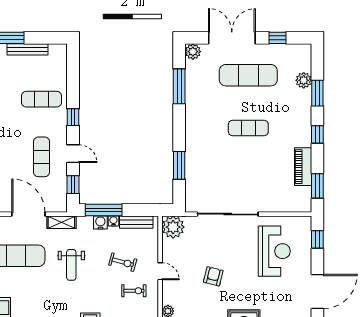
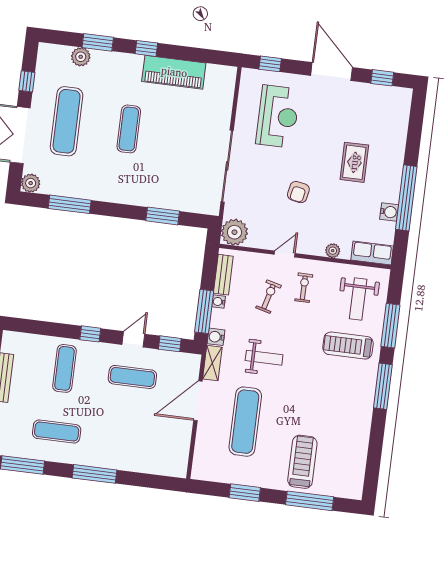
piano: (303, 167) -> (174, 72), width x1.37, depth x1.33
window: (317, 186) -> (207, 56), removed
water cooler: (100, 222) -> (216, 337), moved
reception desk: (274, 251) -> (278, 116), turned 90
armchair: (213, 276) -> (298, 192), turned -93

